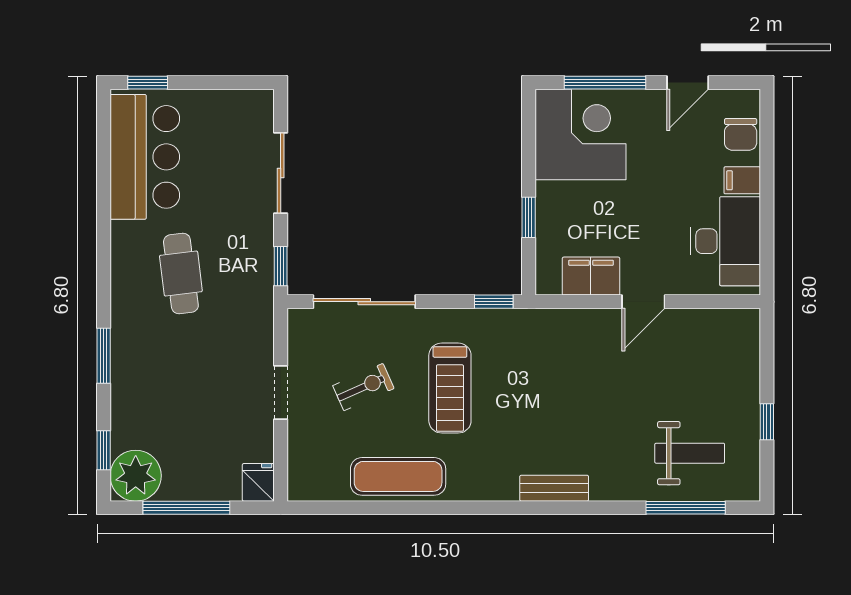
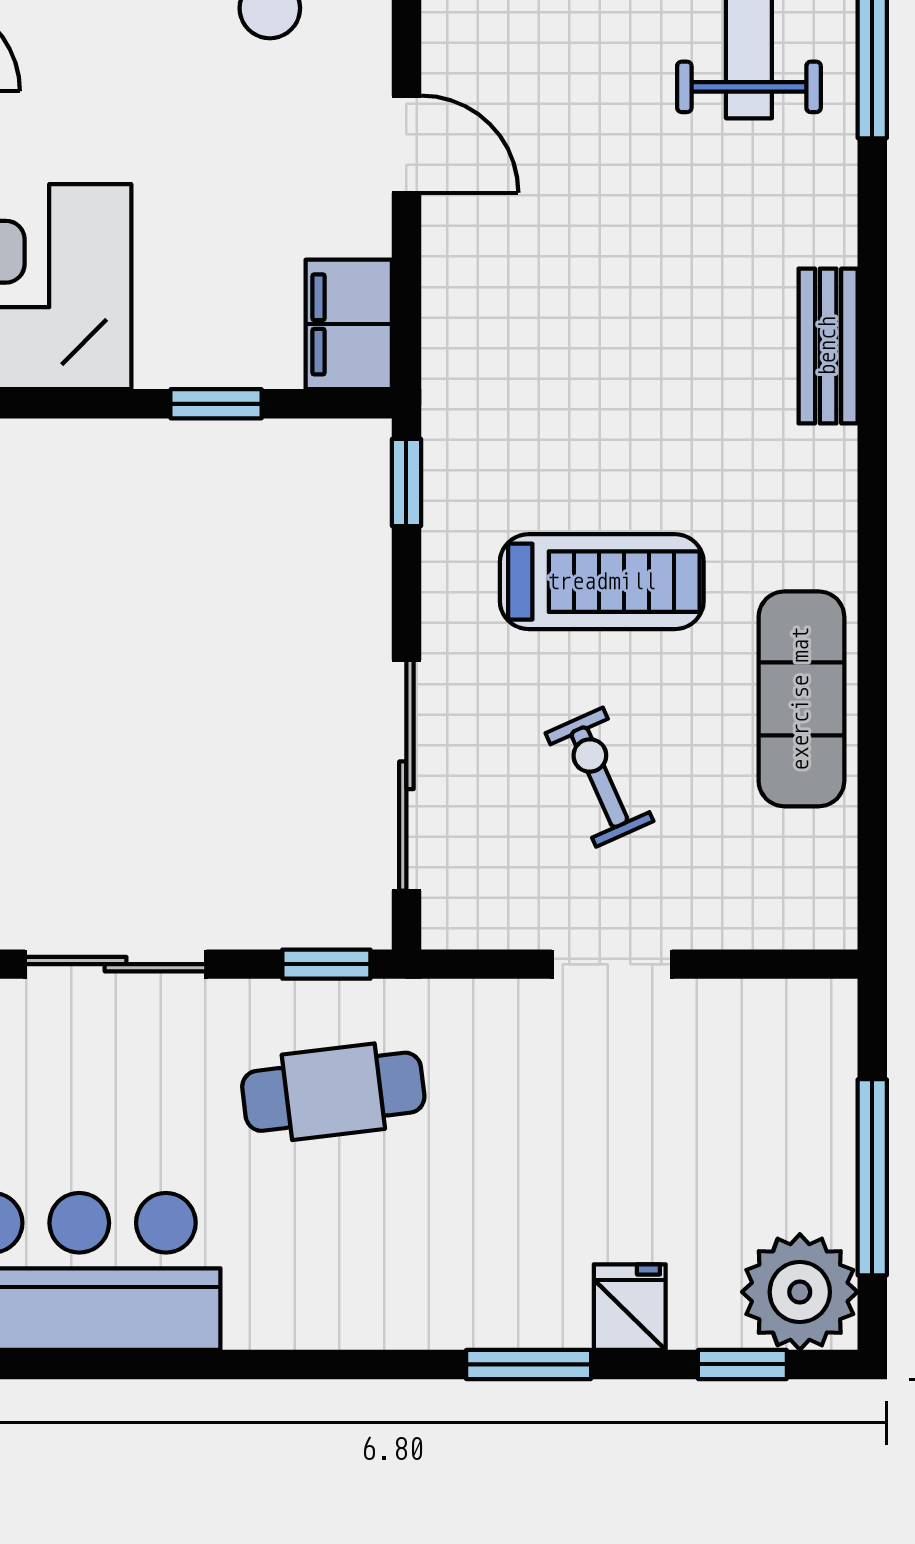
cafe table: (181, 273) -> (333, 1092), moved
filing cabinet: (591, 276) -> (349, 324), moved
fridge: (258, 482) -> (630, 1307), moved, turned 90

